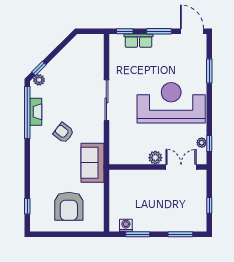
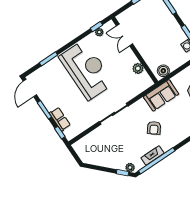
reception desk: (171, 103) -> (86, 70), turned 180
plant: (155, 158) -> (138, 68), moved
boiler: (117, 182) -> (163, 71), added

